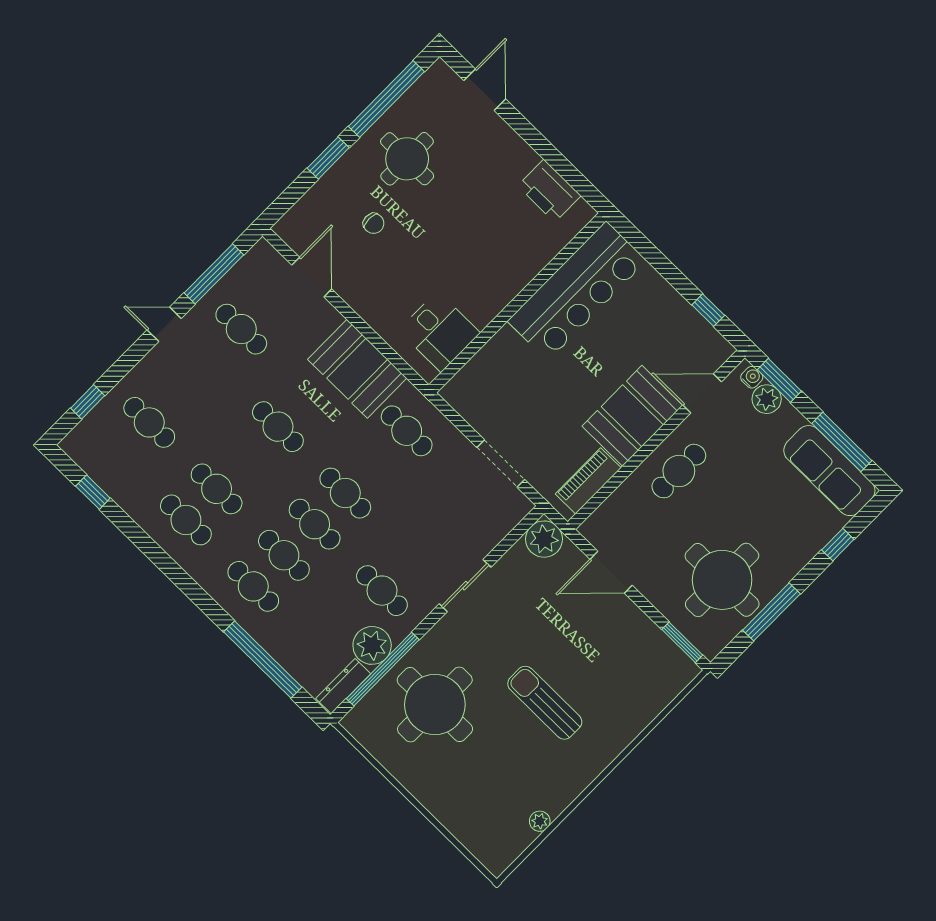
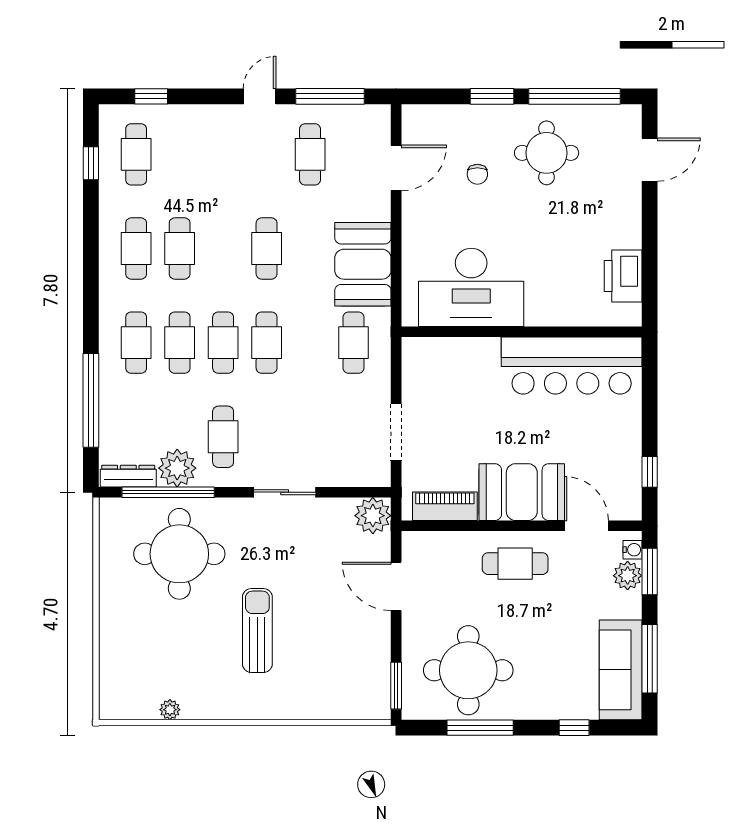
door: (164, 324) -> (260, 96), hinge flipped
desk: (439, 331) -> (471, 287), width x1.87, depth x1.30
cafe table: (149, 422) -> (136, 154), moved

